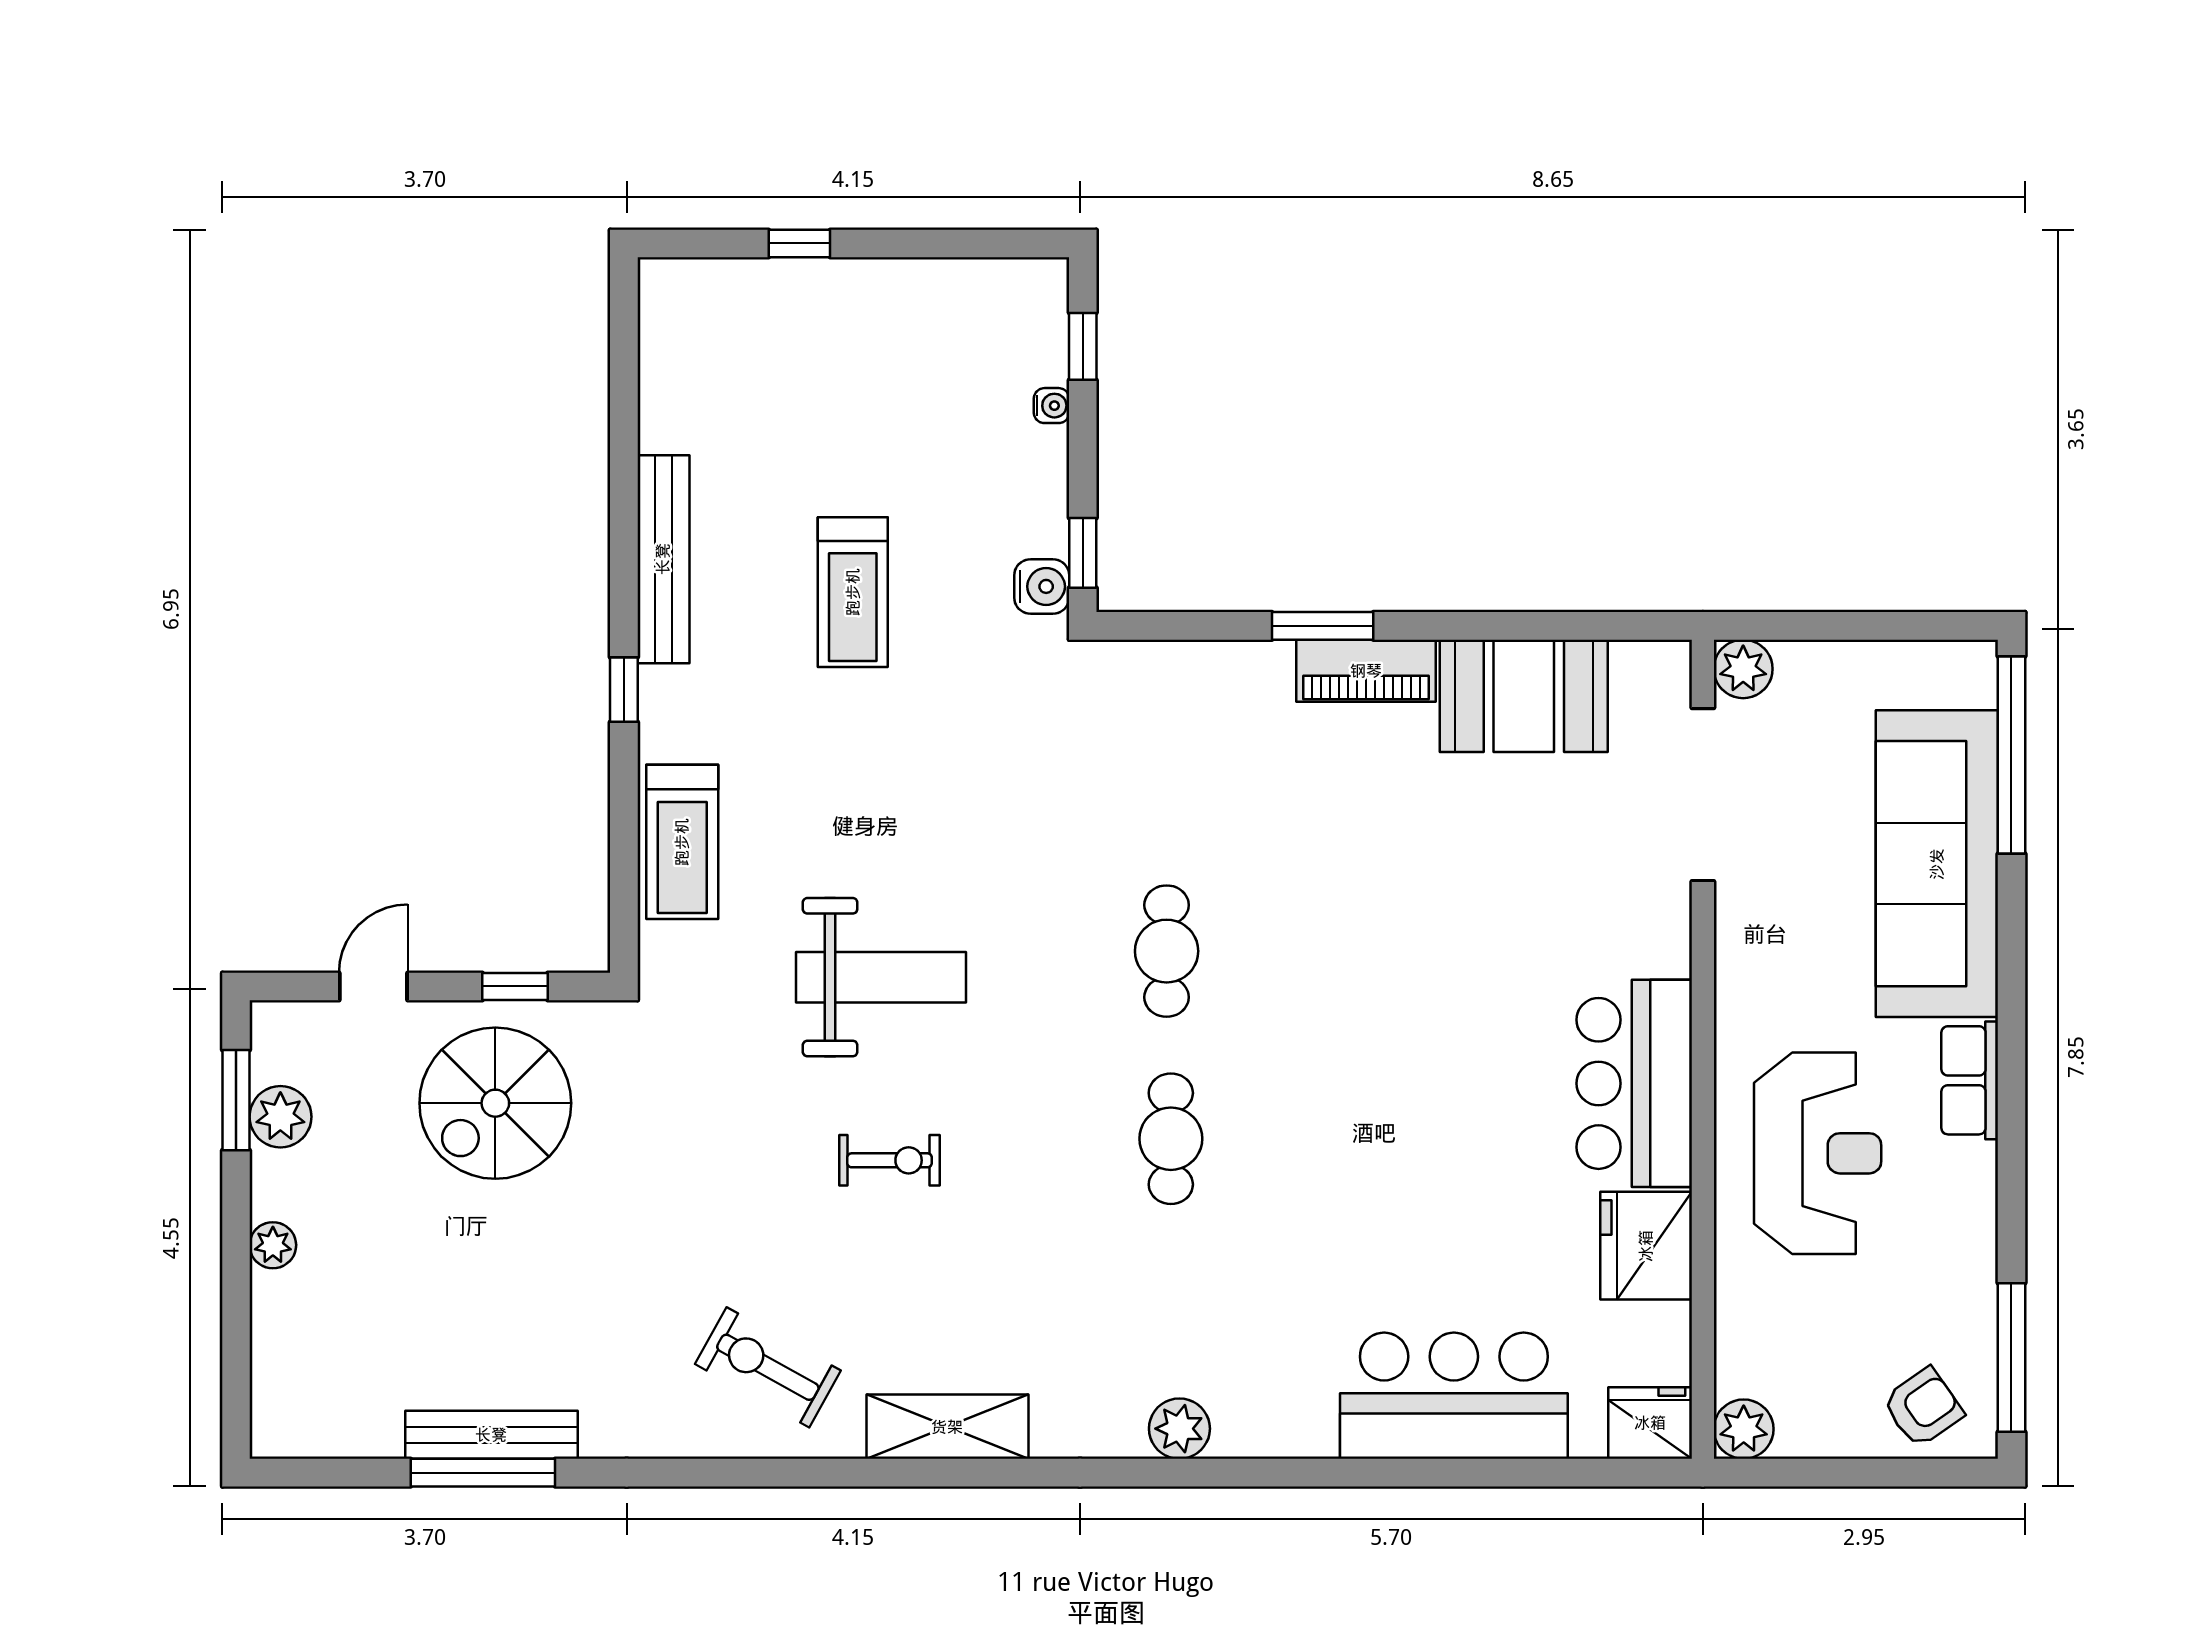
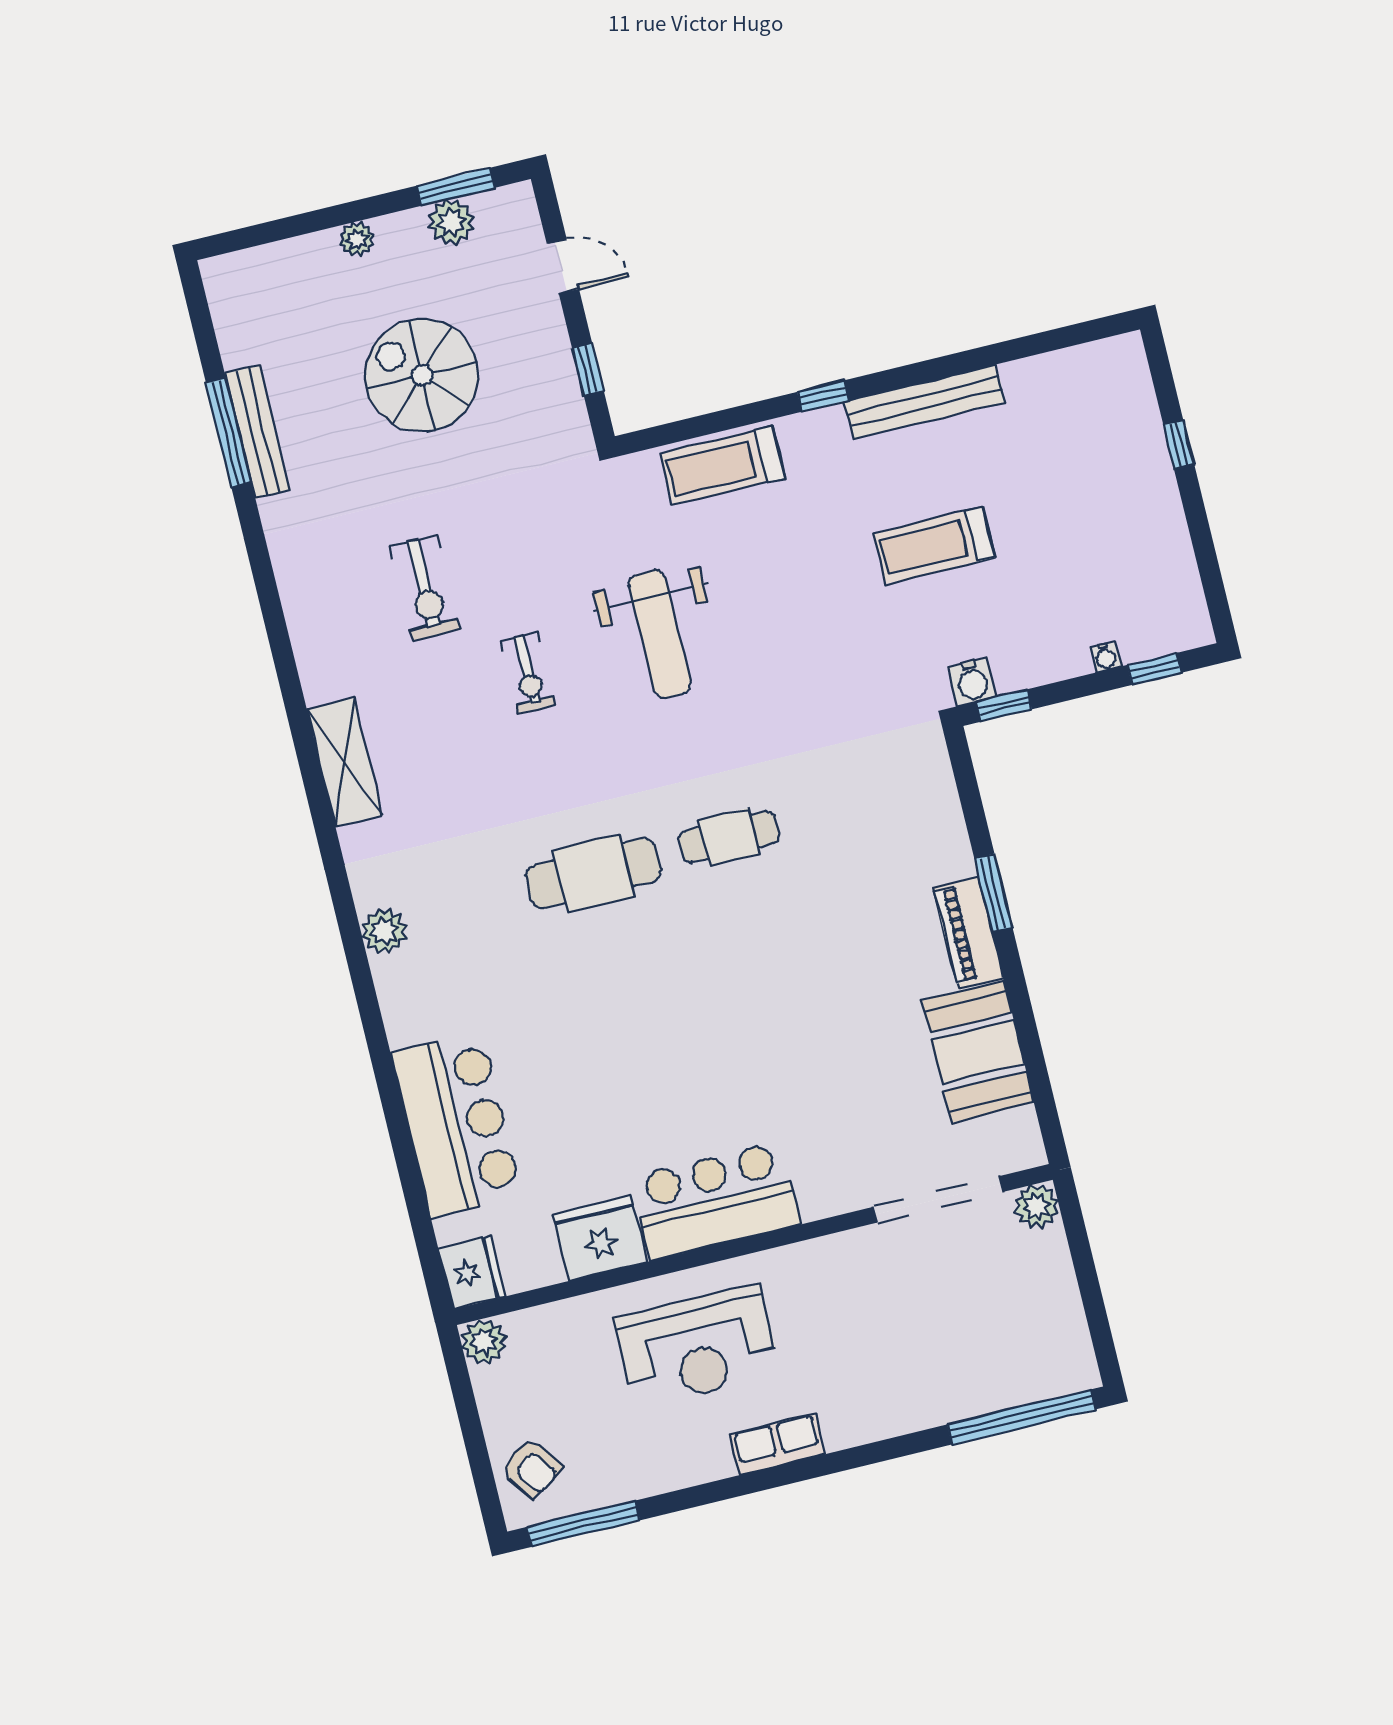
sofa: (1937, 864) -> (929, 1382), removed
spiral stairs: (495, 1103) -> (422, 375), moved
cafe table: (1171, 1139) -> (593, 873), width x1.37, depth x1.35
exercise bike: (768, 1367) -> (425, 588), moved, turned 151

